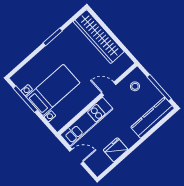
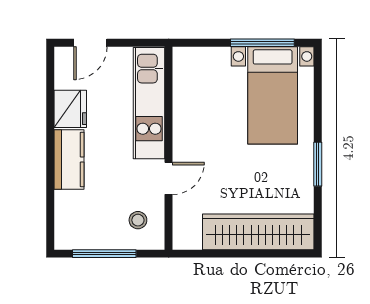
bed with nightstands: (53, 90) -> (273, 95), moved
kitchen counter: (153, 118) -> (69, 159), moved, width x0.67
door: (76, 156) -> (90, 43), moved

